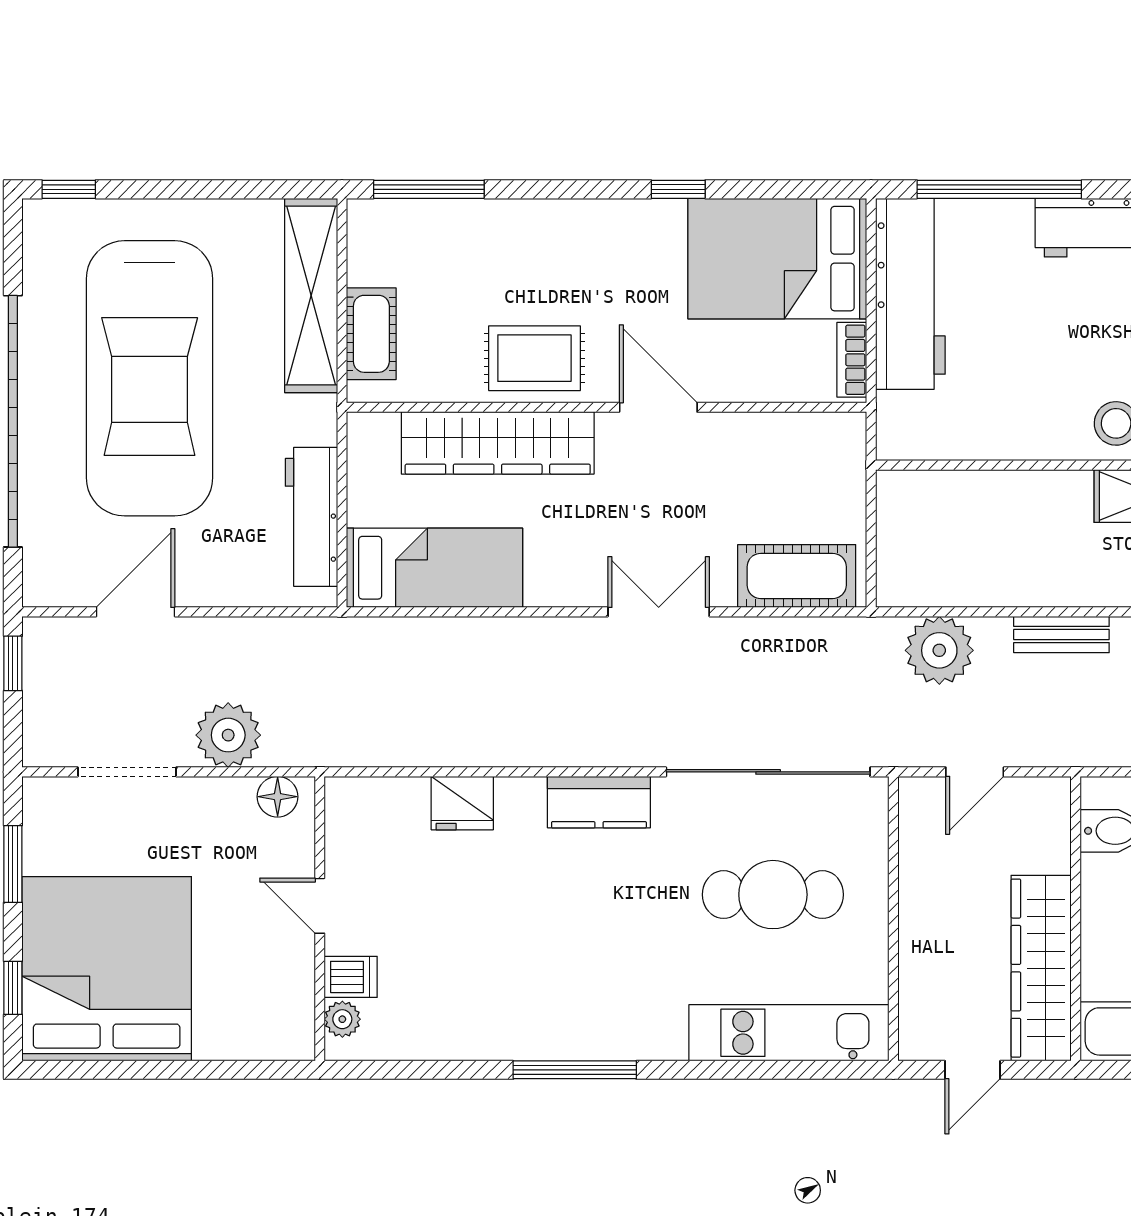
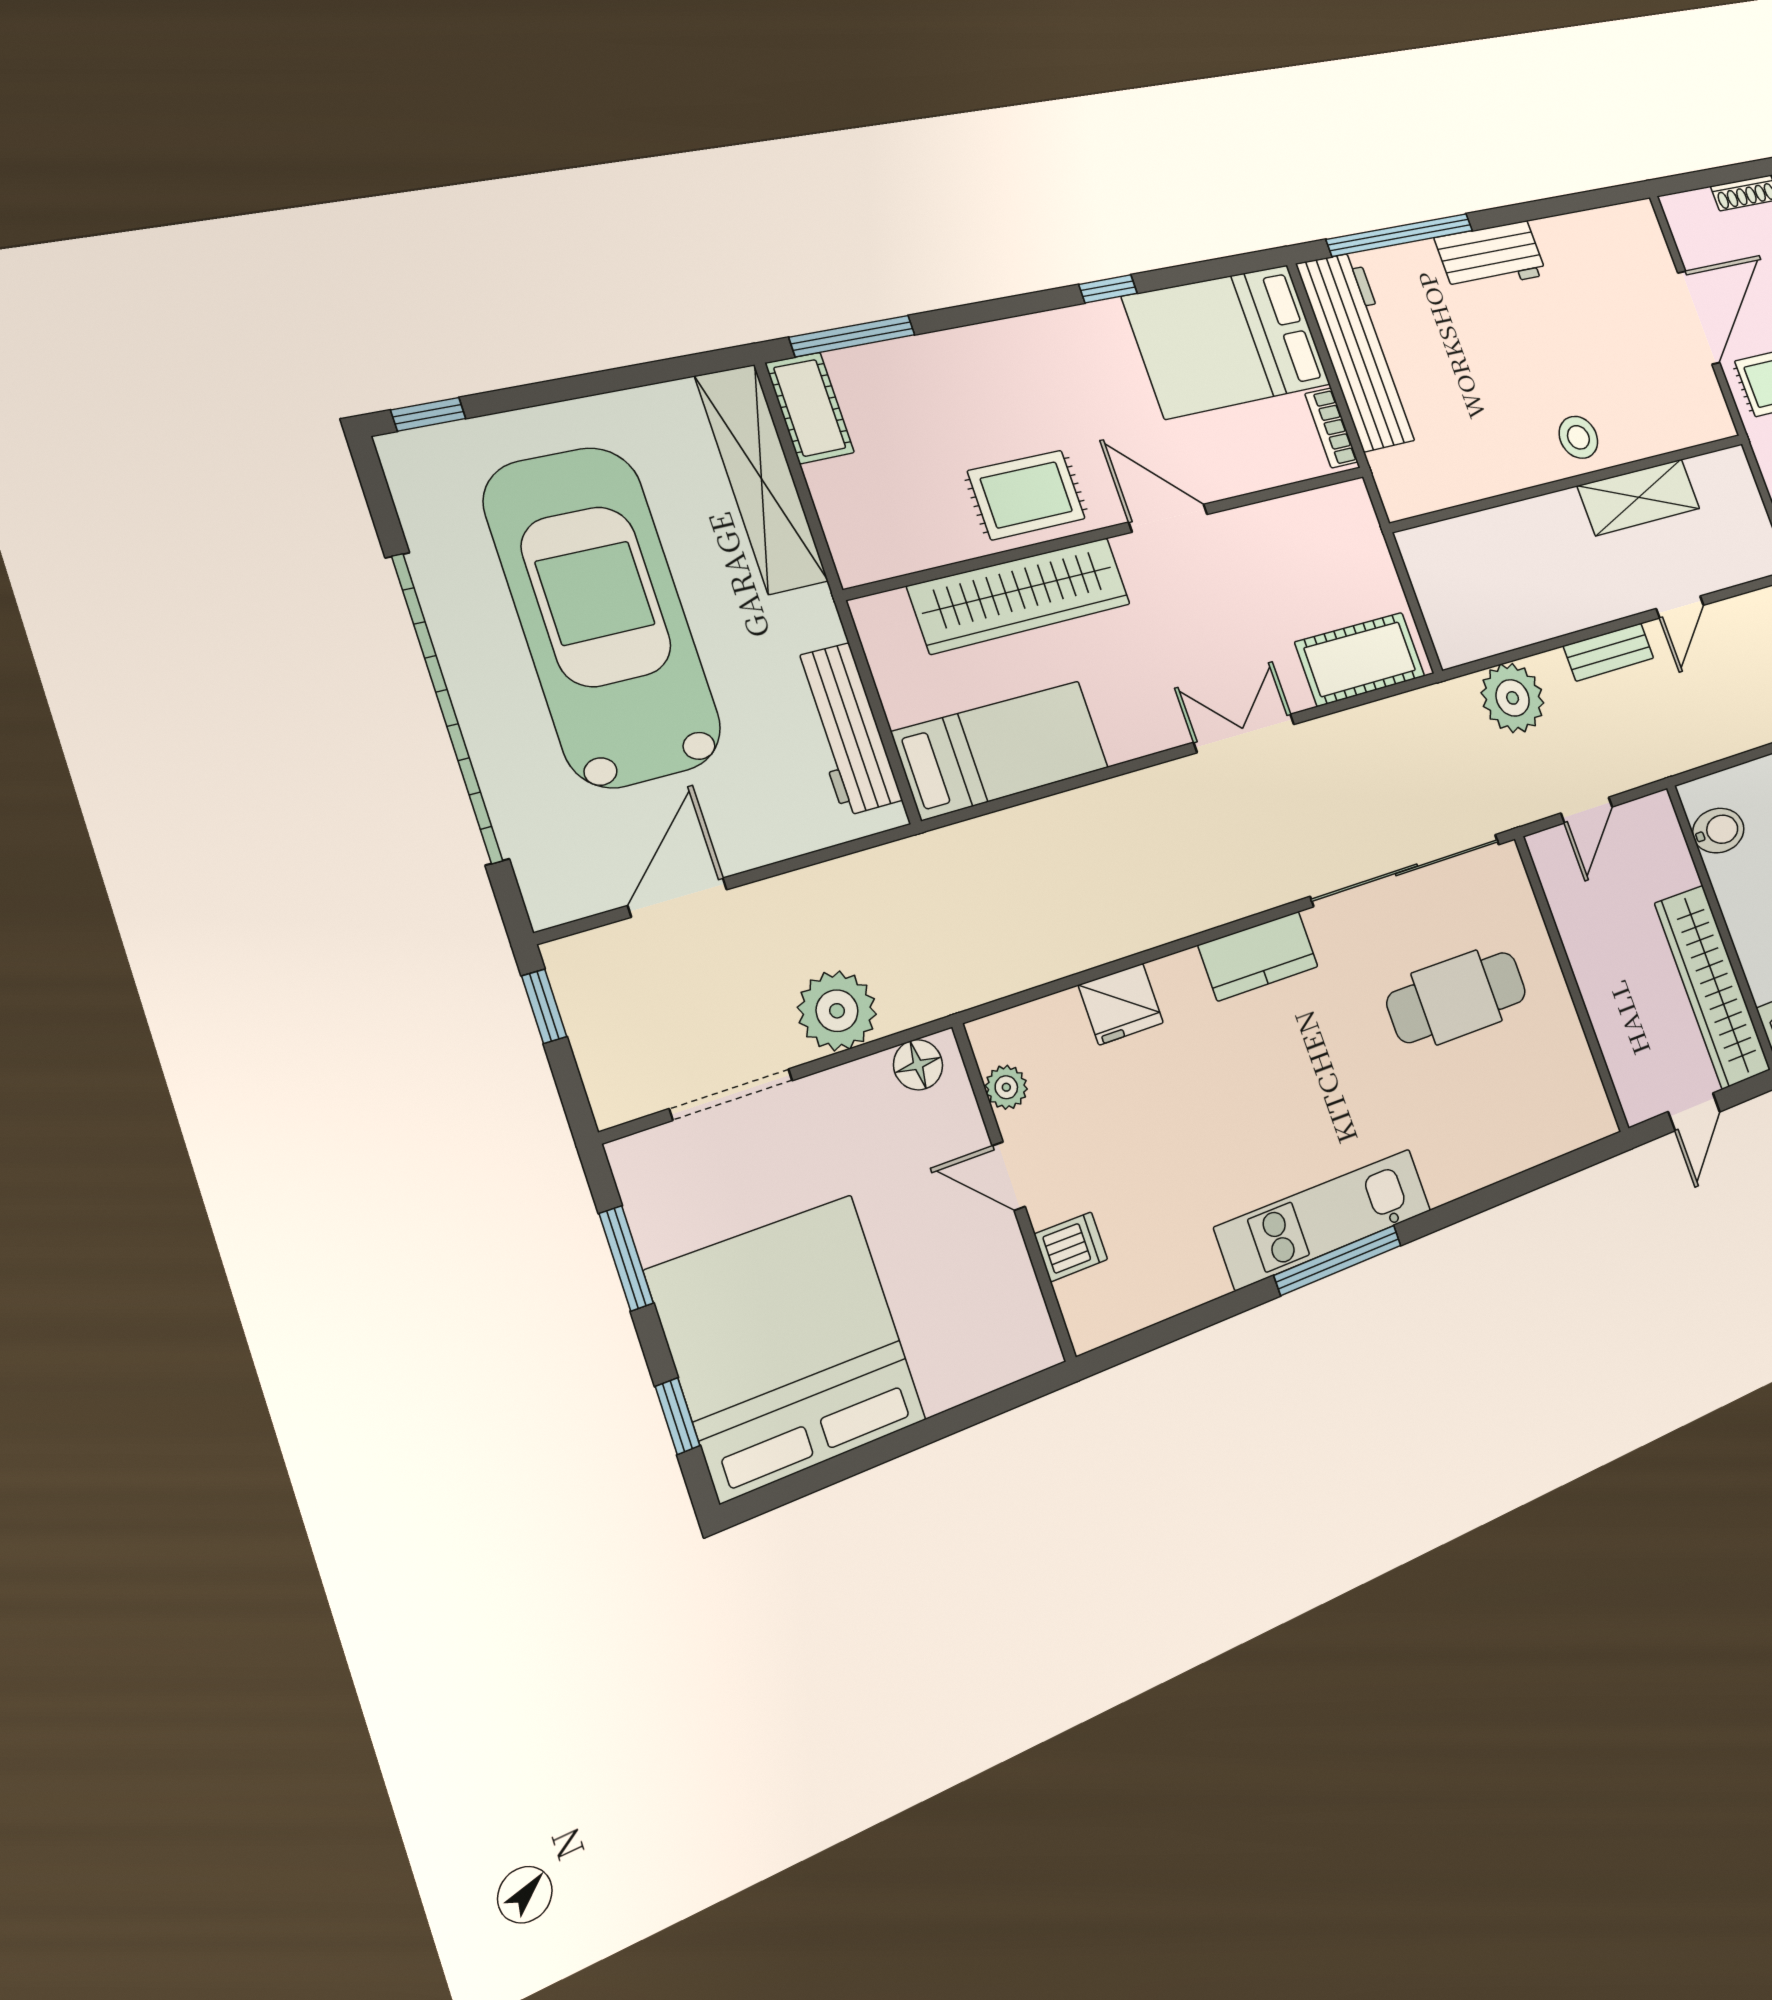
cot: (371, 334) -> (810, 408), moved
car: (150, 378) -> (603, 616), turned 180
plant: (342, 1019) -> (1006, 1087), moved
kitchen unit: (789, 1033) -> (1324, 1219), moved

